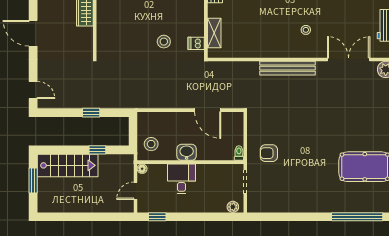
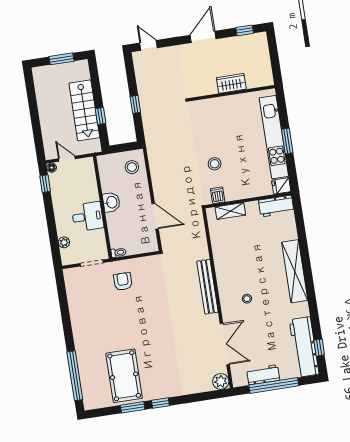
door: (33, 90) -> (149, 45), swing flipped
door: (208, 110) -> (155, 216), swing flipped
stool: (151, 144) -> (132, 167), moved
stairs: (68, 165) -> (84, 110), moved
floor lamp: (142, 169) -> (52, 168), moved
desk: (182, 179) -> (88, 217), moved
plant: (233, 207) -> (64, 242), moved

